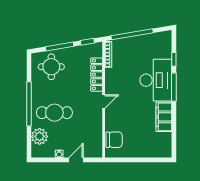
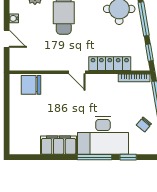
chair: (147, 46) -> (144, 124), added
chair: (114, 140) -> (31, 85), turned 90

